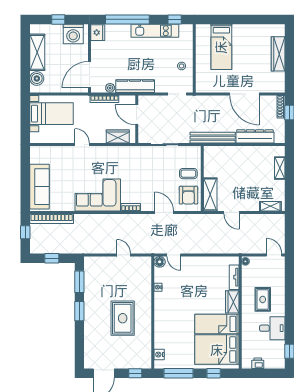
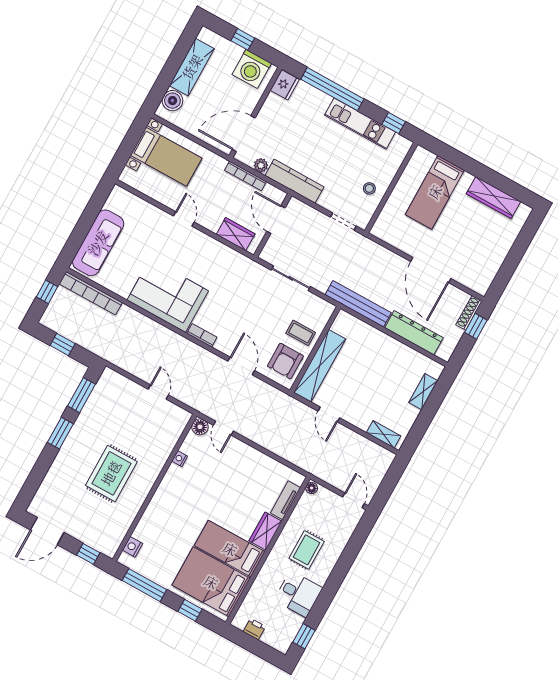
wardrobe: (278, 54) -> (493, 198), moved, turned -90
shelving: (210, 194) -> (320, 366), width x1.47

